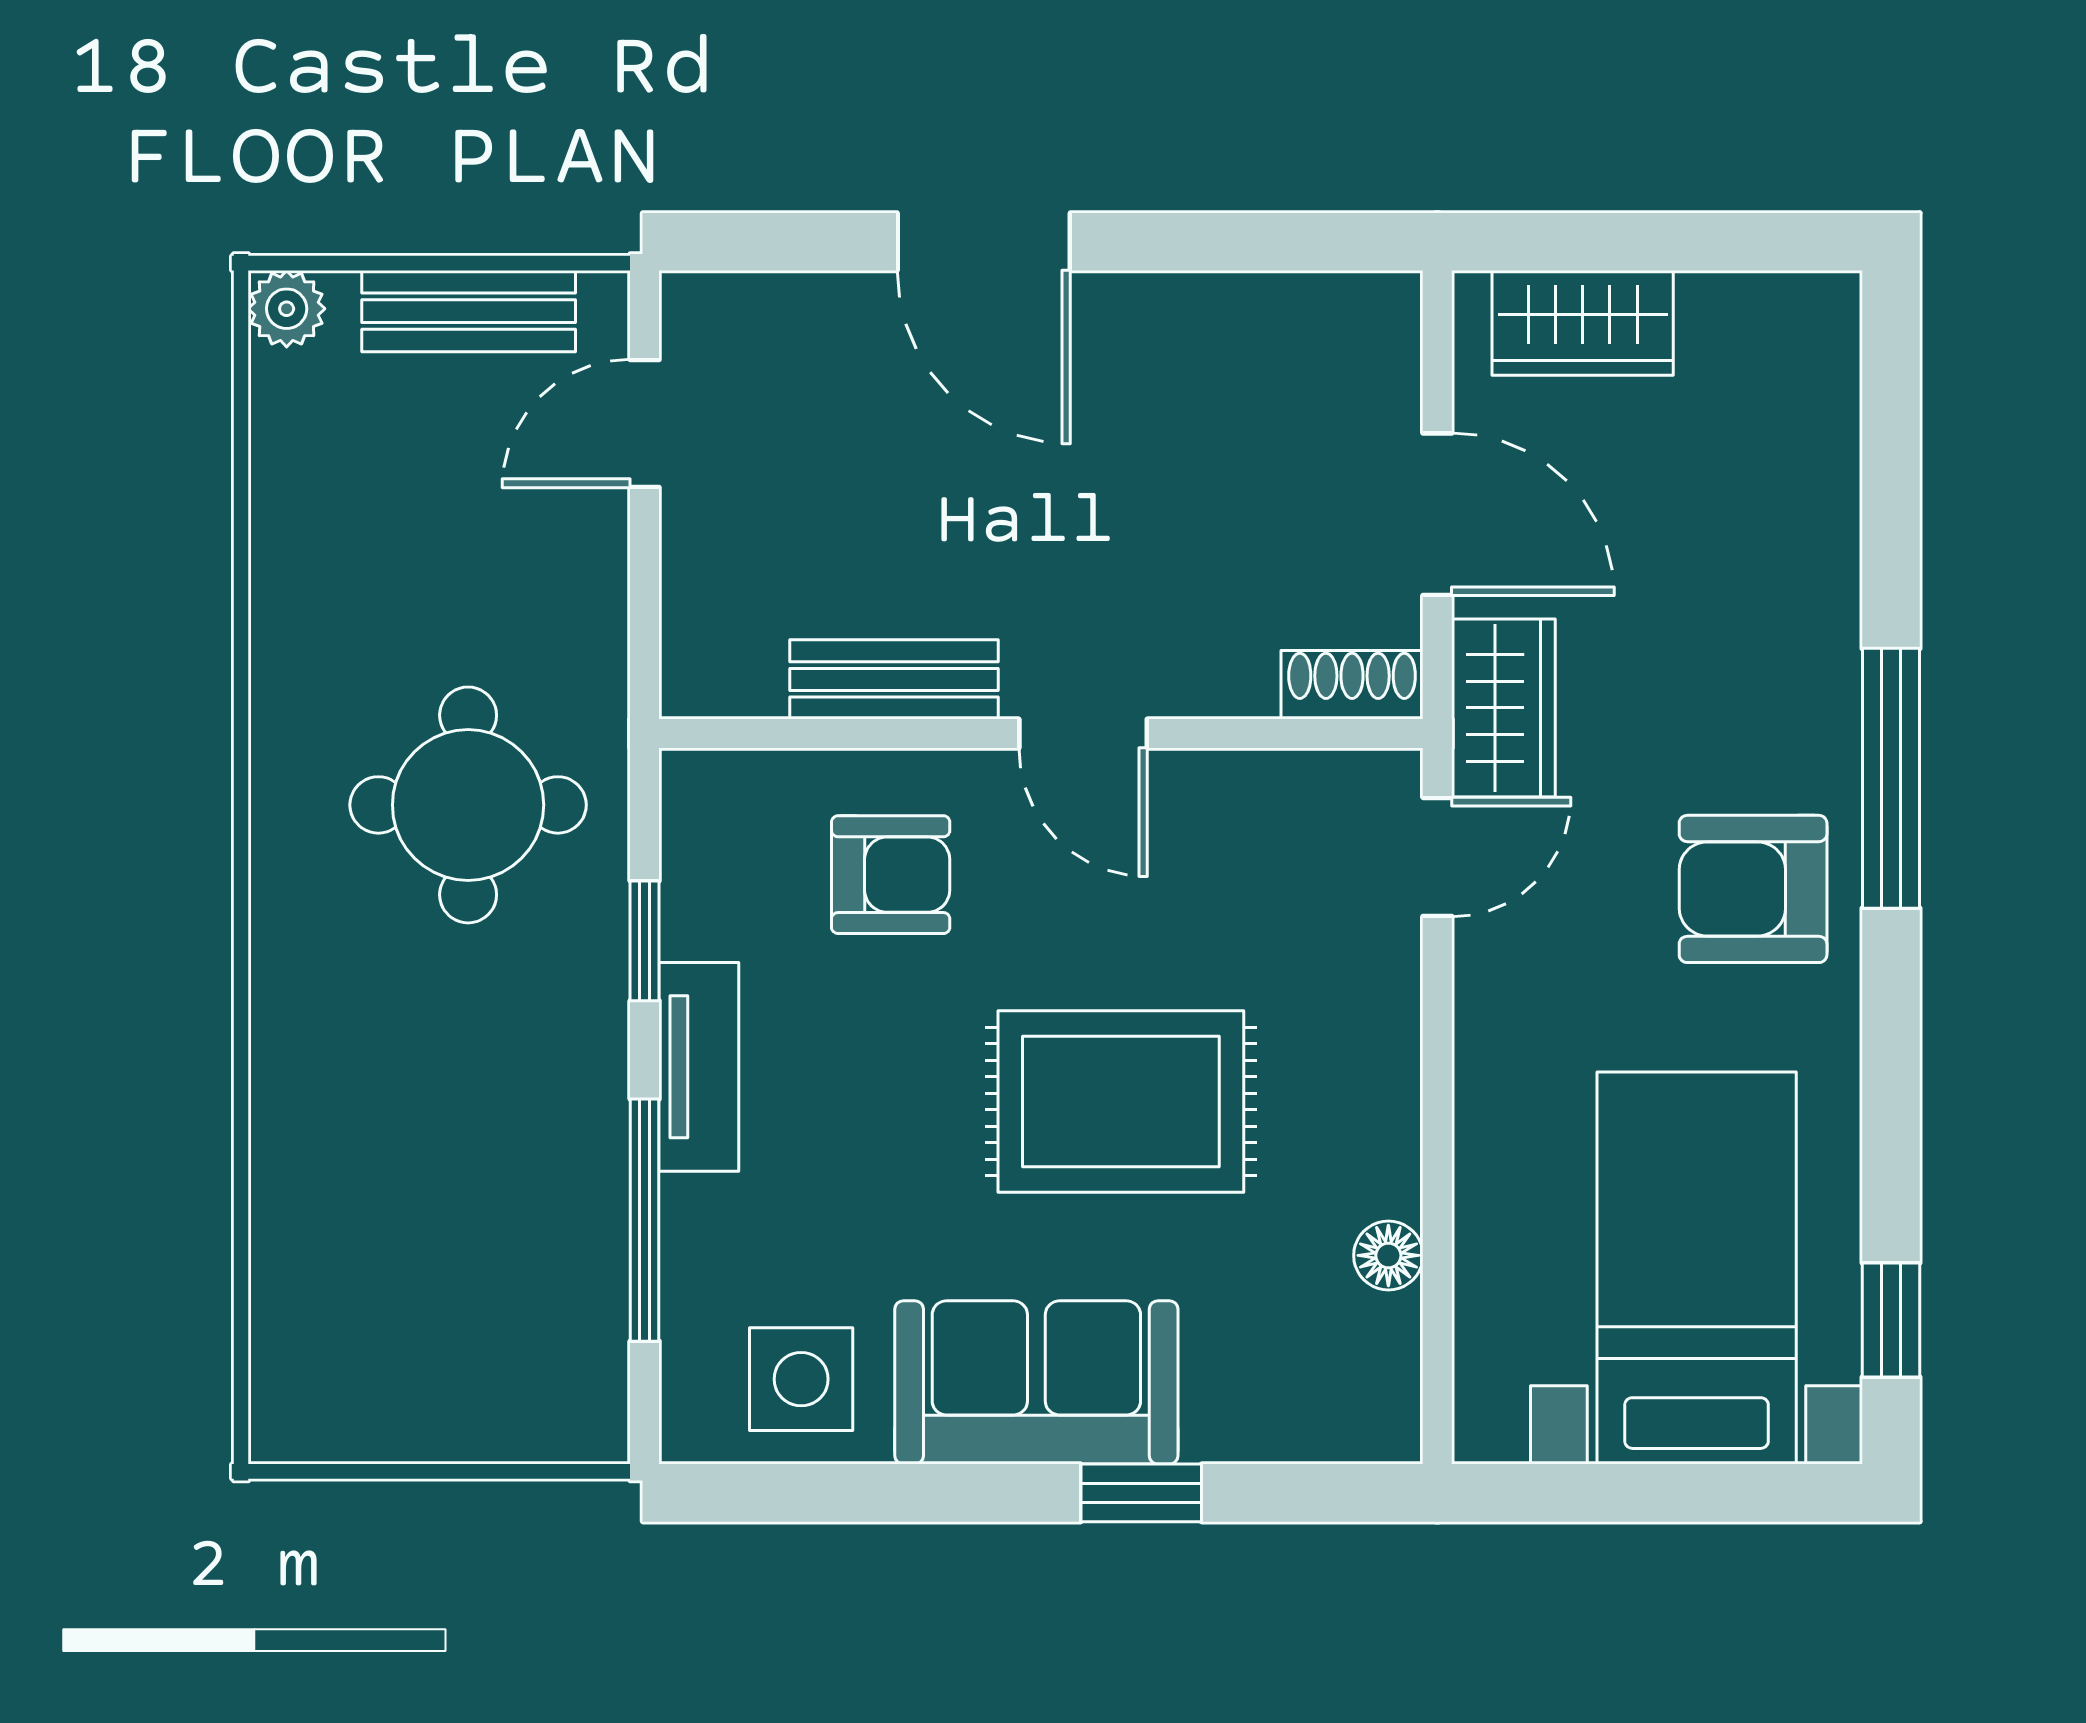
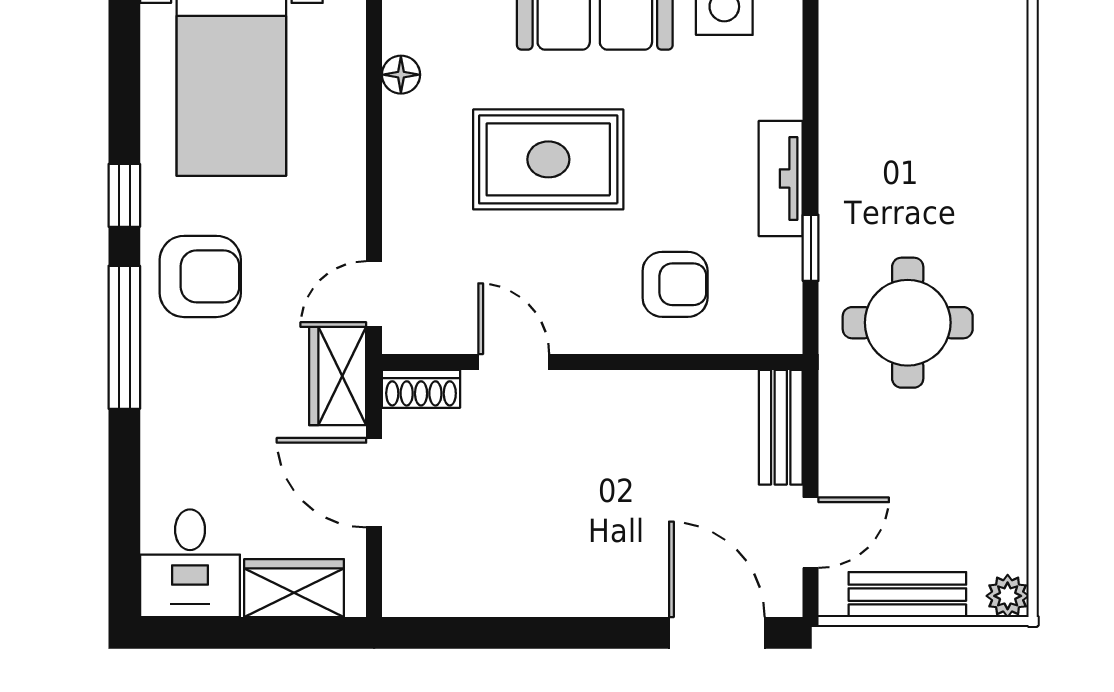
door: (984, 242) -> (717, 633), moved
desk: (1772, 368) -> (190, 563), added
bench: (894, 679) -> (781, 427), moved, turned 90
door: (1083, 734) -> (514, 362), moved
armchair: (891, 875) -> (675, 284), turned 180
window: (645, 1220) -> (811, 94), removed
window: (1891, 1320) -> (124, 195), moved

